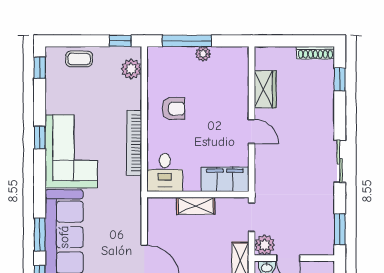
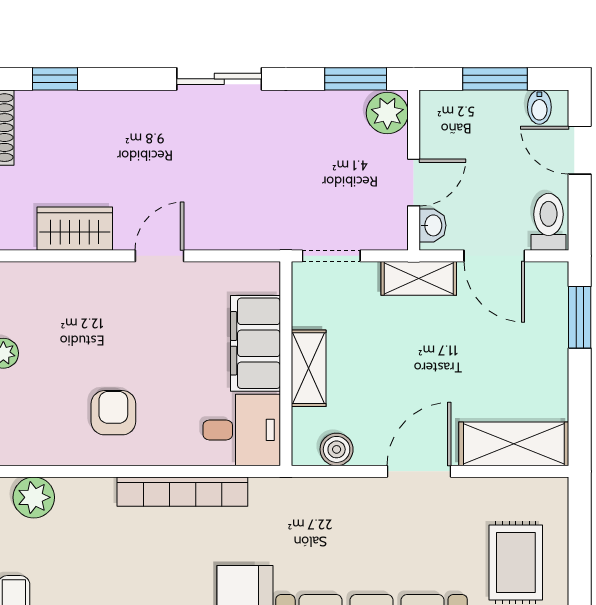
filing cabinet: (225, 179) -> (255, 343), moved
boiler: (155, 220) -> (337, 449), added
plant: (265, 245) -> (387, 113), moved

